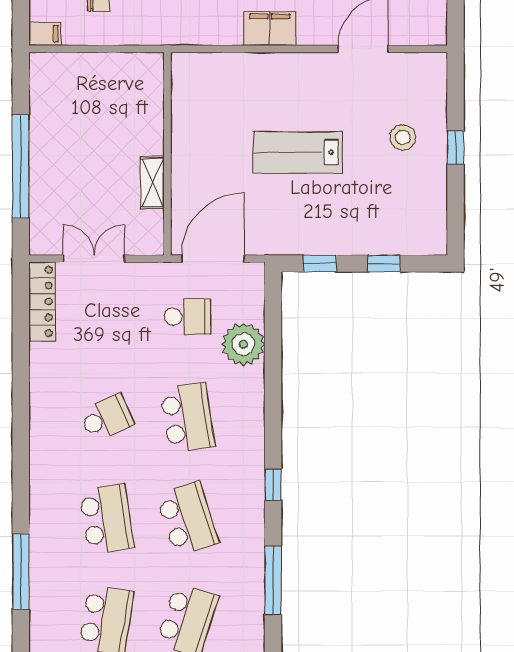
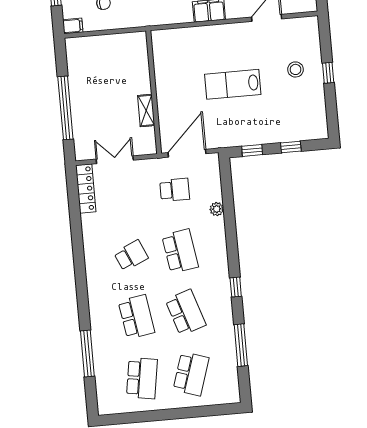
plant: (243, 344) -> (217, 209), width x0.53, depth x0.53

